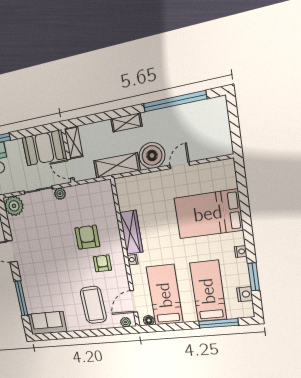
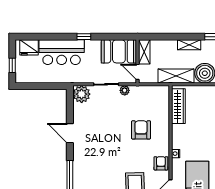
wardrobe: (131, 232) -> (178, 106), moved
armchair: (102, 263) -> (161, 163), moved

